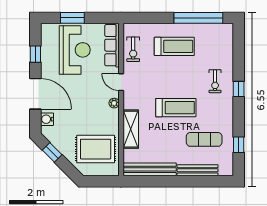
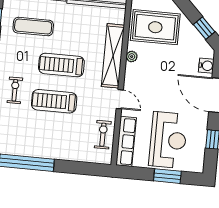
treadmill: (174, 46) -> (54, 101), moved
reception desk: (75, 50) -> (168, 140), turned 180
plant: (114, 103) -> (132, 57), moved
shelving: (131, 129) -> (113, 56), width x1.47

